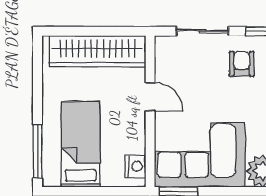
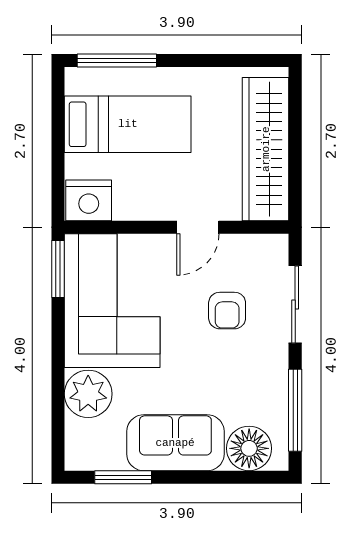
armchair: (242, 64) -> (227, 311), moved, turned 90
nightstand: (135, 167) -> (89, 200), width x1.36, depth x1.33

